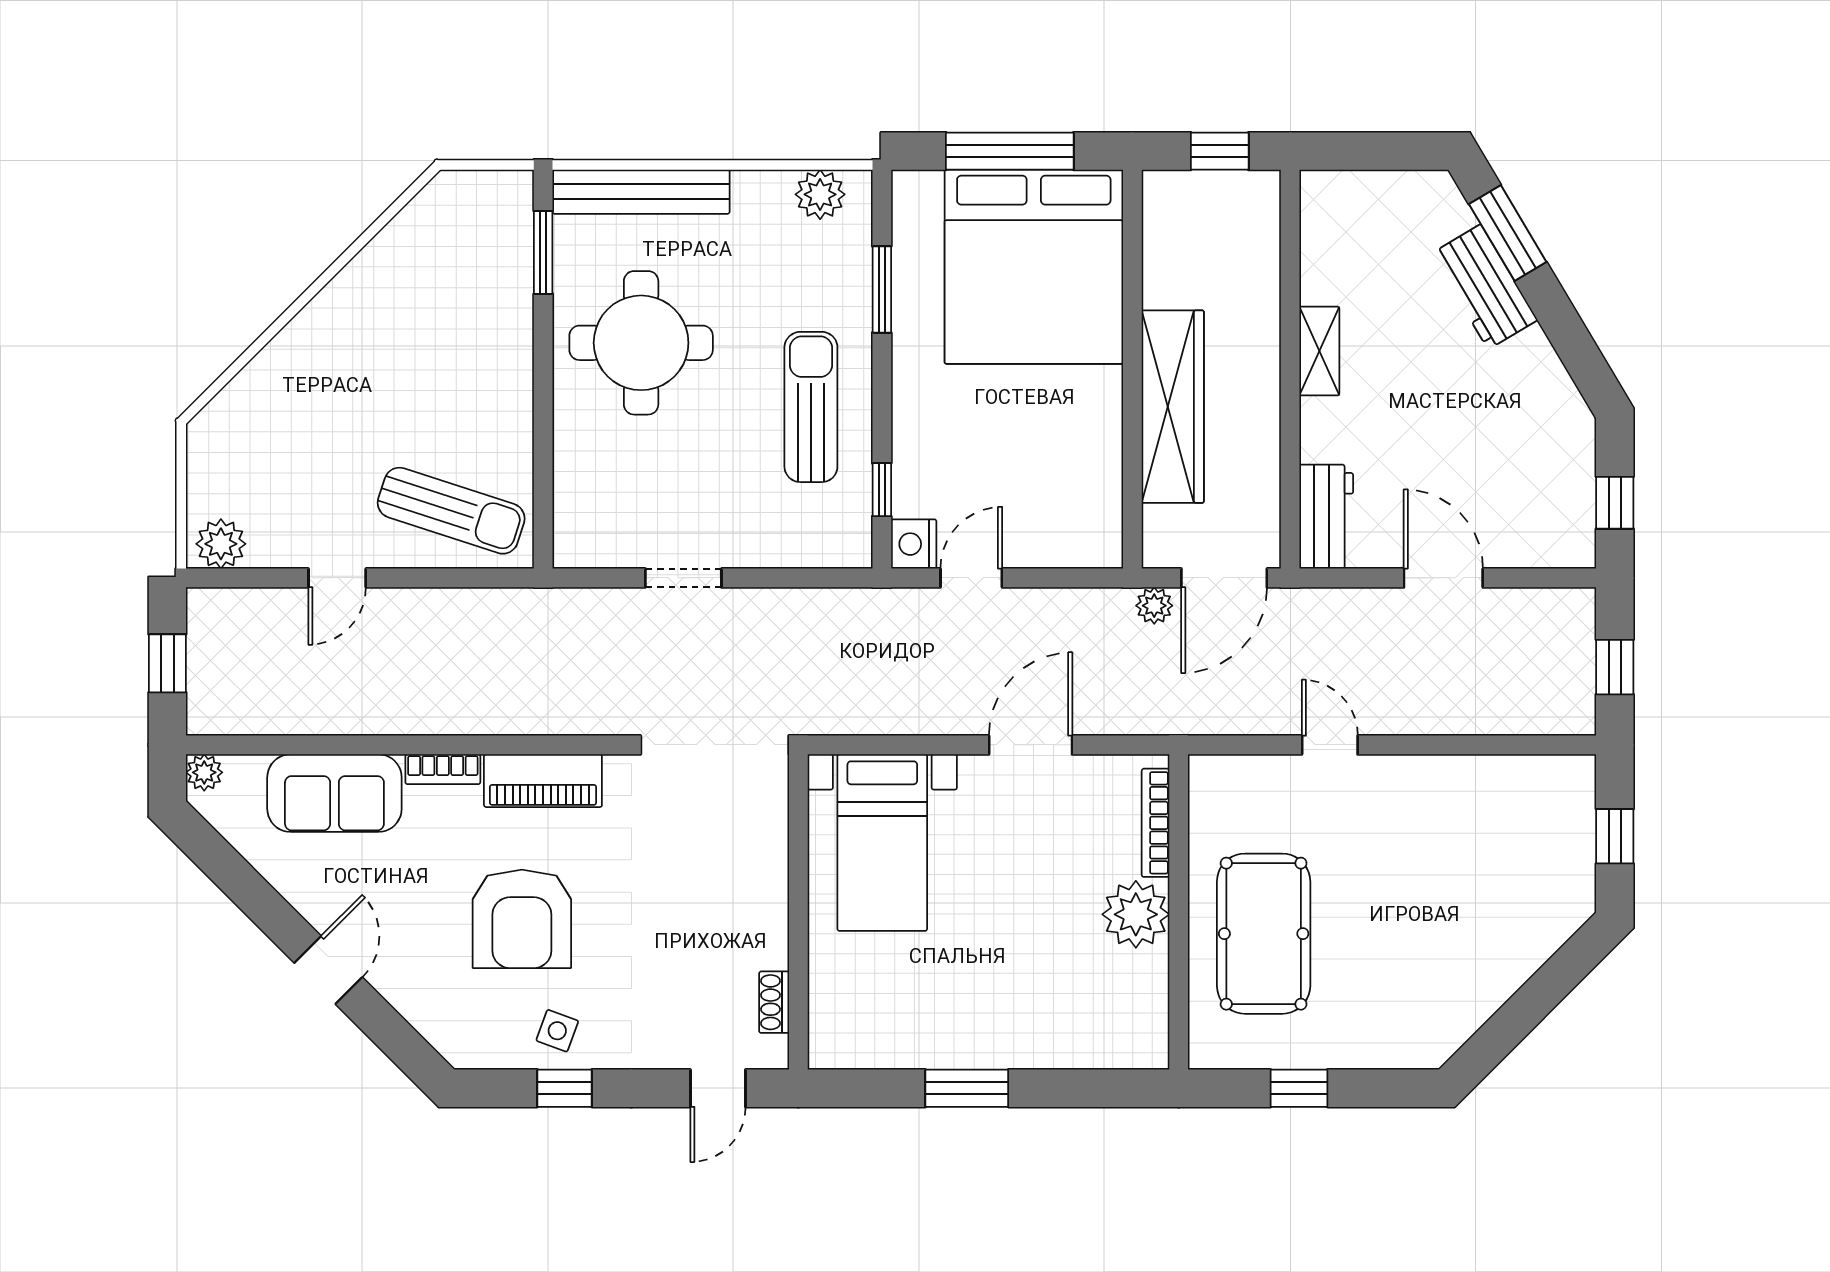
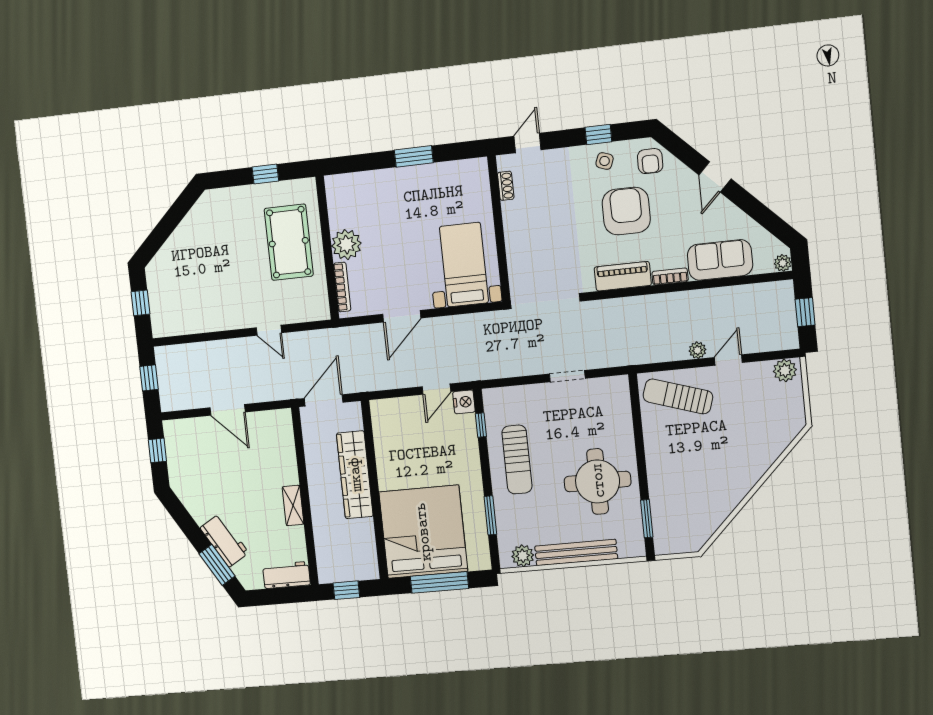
bench: (641, 192) -> (576, 552), moved
workbench: (1326, 517) -> (286, 575), moved, turned 90
plant: (1154, 606) -> (697, 350), moved
armchair: (461, 1019) -> (650, 161), added

